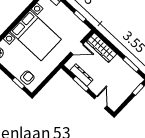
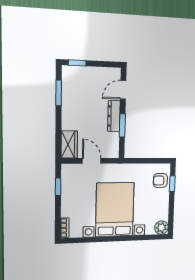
wardrobe: (101, 48) -> (69, 144), width x0.67
dresser: (81, 75) -> (114, 116), moved

